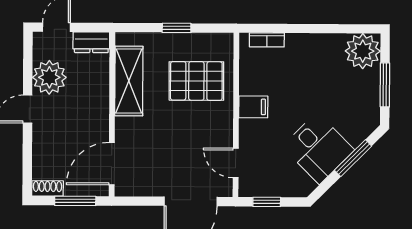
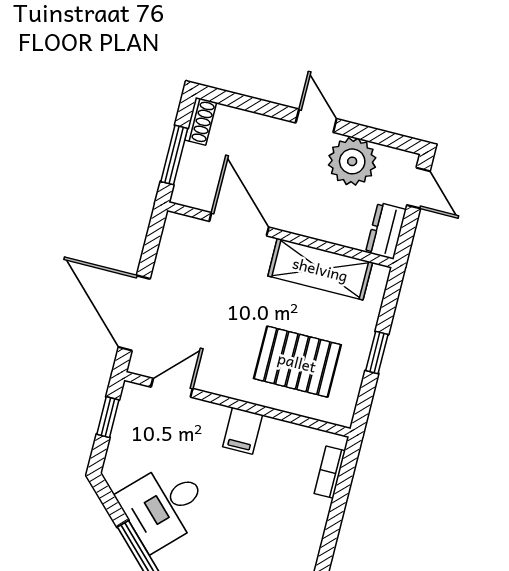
pallet: (196, 81) -> (297, 362), turned 90
door: (112, 164) -> (239, 224), moved

